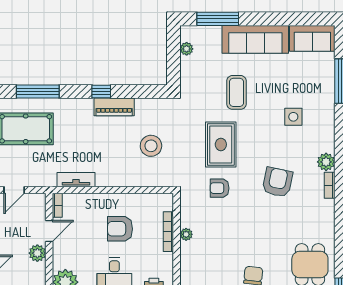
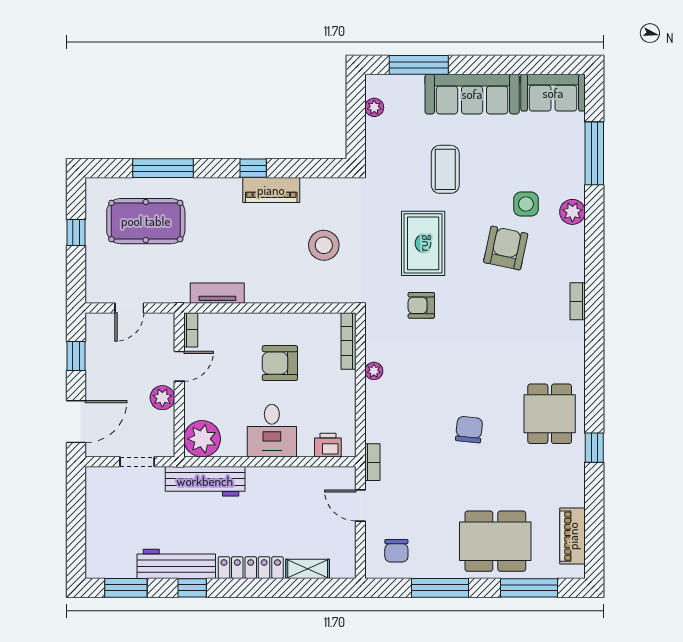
plant: (326, 162) -> (572, 212), moved
armchair: (277, 182) -> (506, 248), moved
bookcase: (168, 232) -> (349, 341), moved

